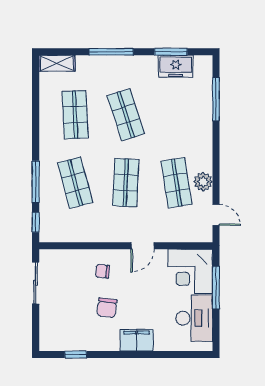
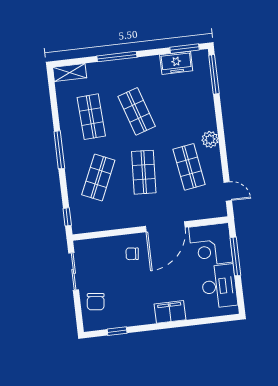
window: (171, 52) -> (184, 49), moved
window: (216, 99) -> (214, 74), moved
window: (36, 182) -> (59, 150), moved
plant: (203, 182) -> (210, 139), moved
shop shelf: (75, 183) -> (98, 178), turned 39
door: (142, 246) -> (165, 227), width x1.87
chair: (107, 308) -> (96, 302), moved

